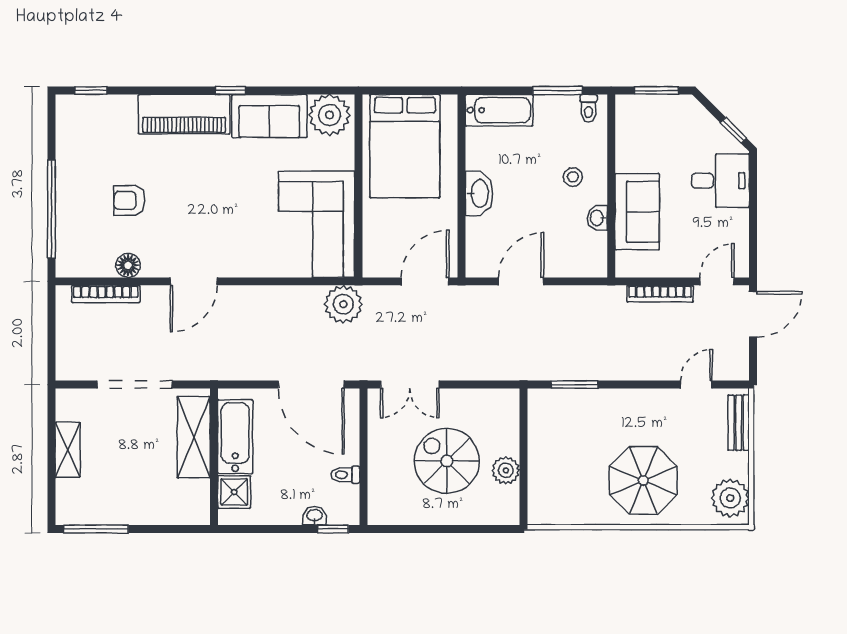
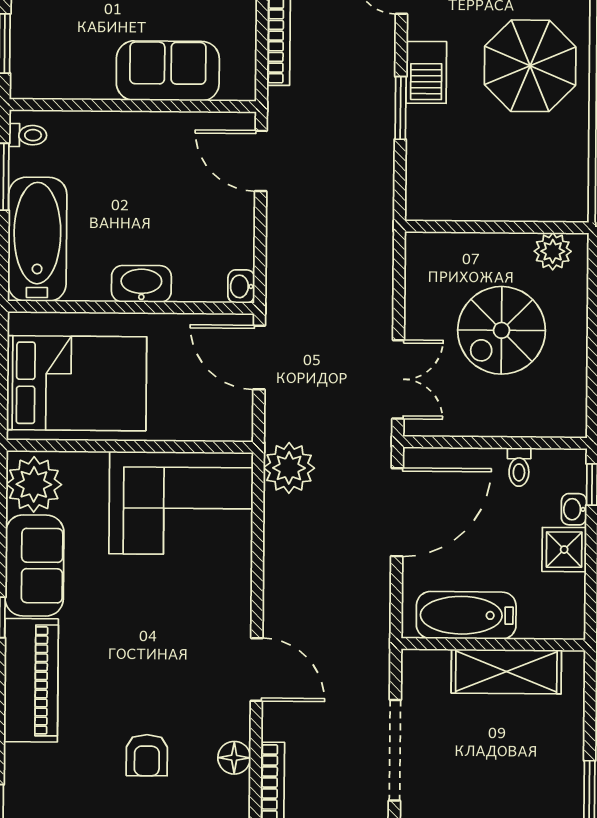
bathtub: (499, 110) -> (37, 239), width x1.36, depth x1.36
stool: (573, 177) -> (120, 157), removed
washbasin: (597, 218) -> (241, 286), moved, turned 90
door: (521, 281) -> (261, 161), moved
window: (575, 385) -> (401, 108), moved
barbecue: (638, 403) -> (426, 72), added
shelving: (194, 437) -> (506, 672), moved
plant: (506, 470) -> (553, 251), moved
shower: (234, 492) -> (564, 550), moved

